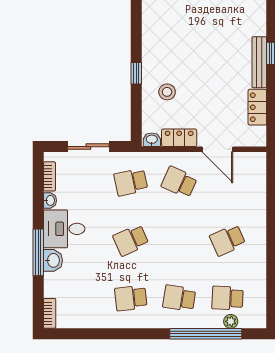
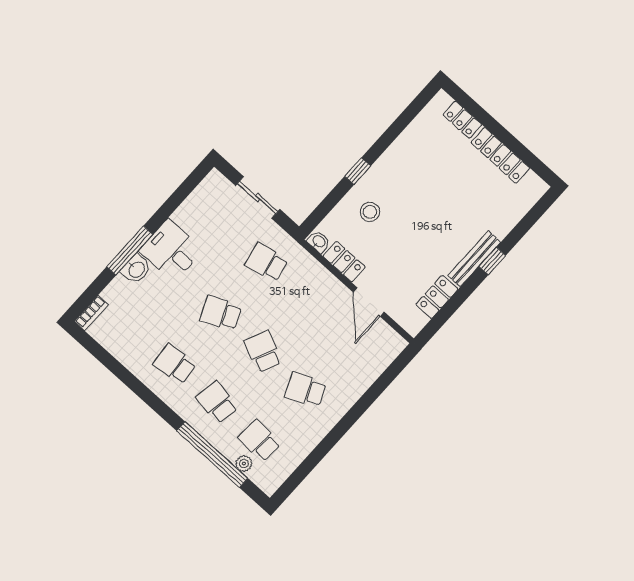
bookcase: (49, 176) -> (200, 193), removed
school desk: (179, 182) -> (263, 351), moved
washbasin: (50, 200) -> (181, 214), removed

